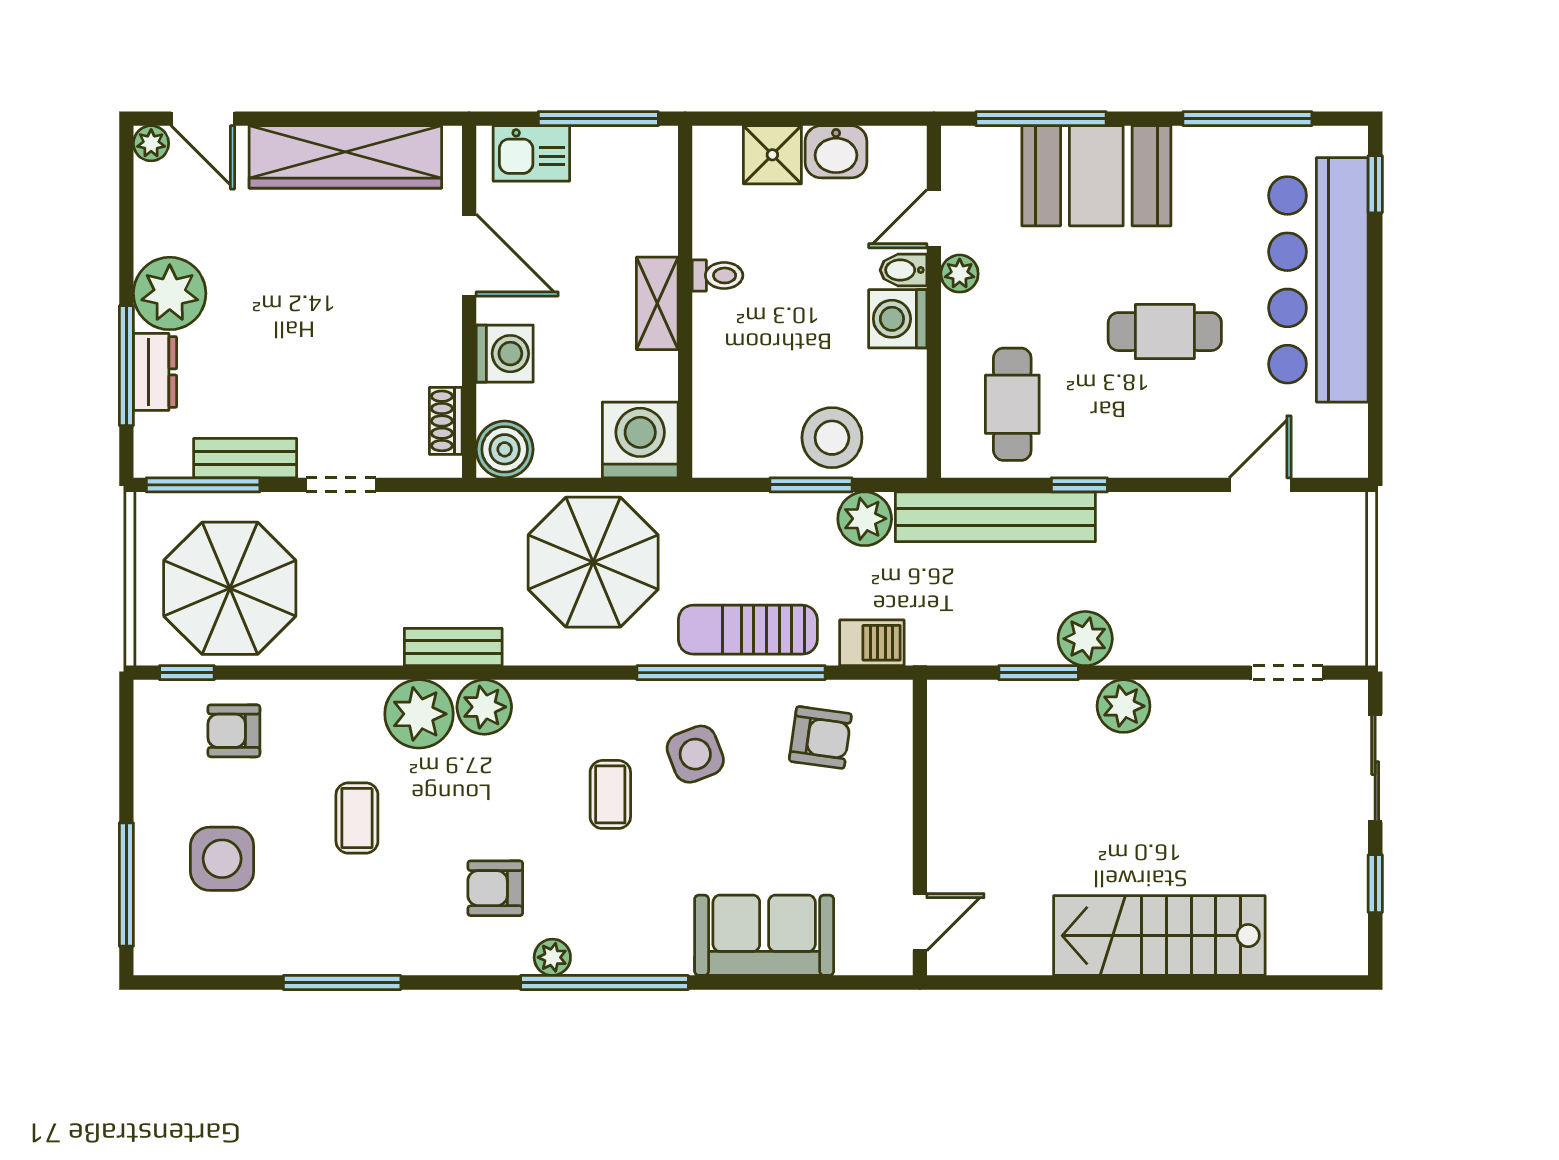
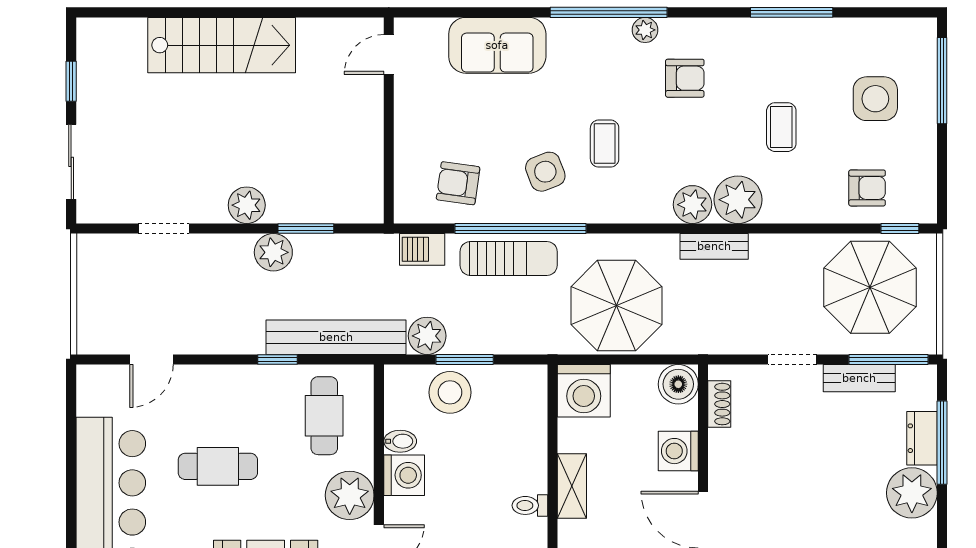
bidet: (903, 270) -> (400, 441), moved
plant: (960, 274) -> (350, 495), width x1.87, depth x1.87
doorway: (1287, 673) -> (164, 228), moved

